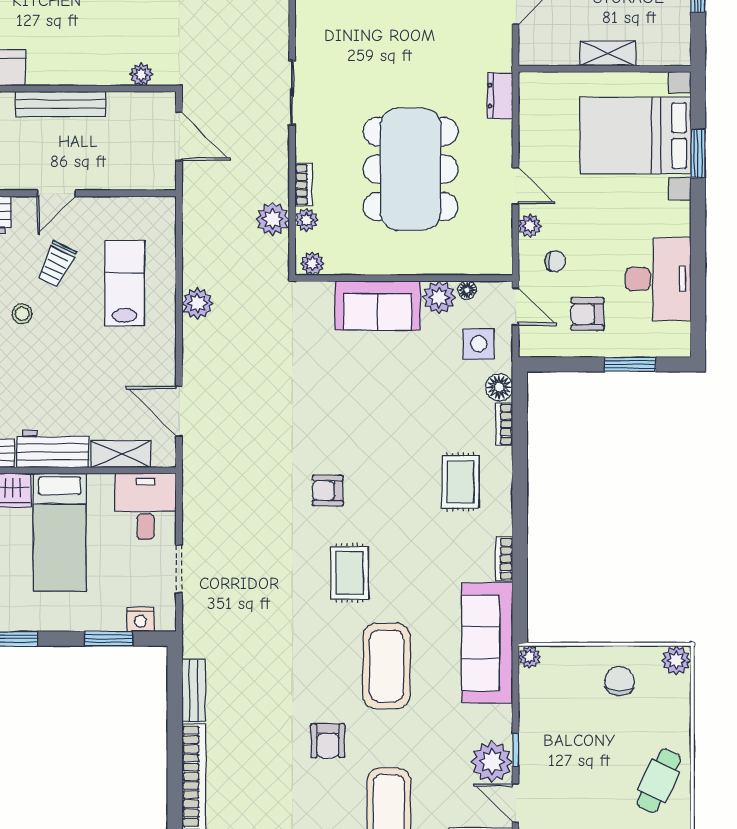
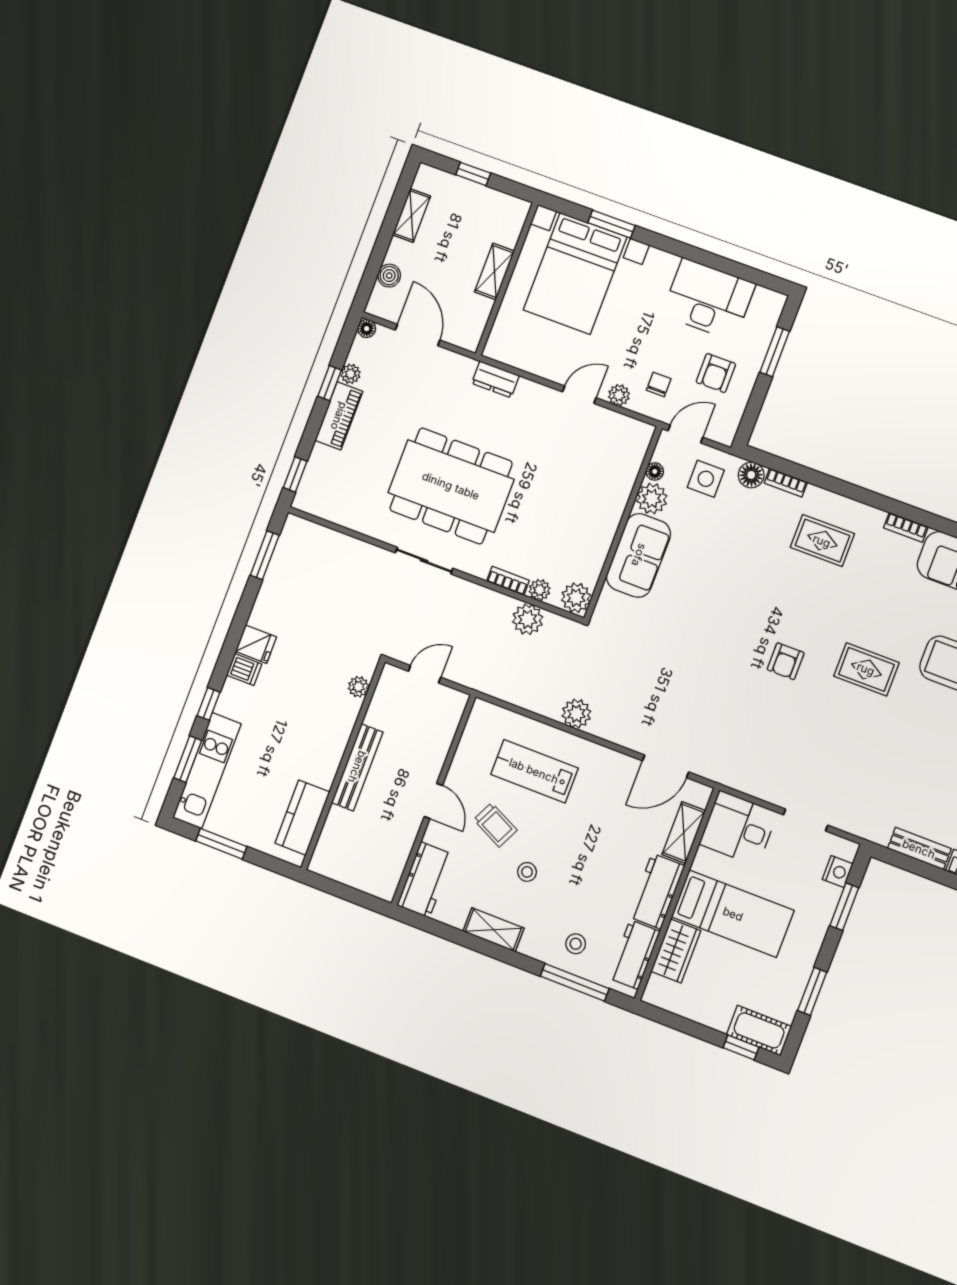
door: (179, 136) -> (425, 674), width x0.73
dining table: (411, 169) -> (451, 486), moved
plant: (312, 264) -> (576, 598), width x1.38, depth x1.38

